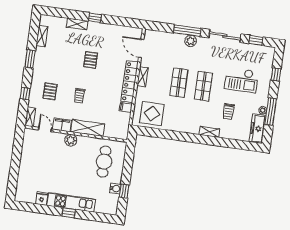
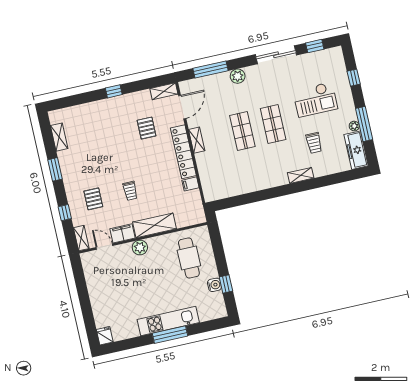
shelving: (77, 24) -> (164, 91), moved
window: (187, 31) -> (211, 70), moved
door: (141, 48) -> (182, 107), swing flipped
pallet: (91, 60) -> (147, 128), moved
display table: (152, 114) -> (224, 180), removed
fridge: (42, 199) -> (105, 336), moved
window: (69, 213) -> (170, 335), width x2.17

